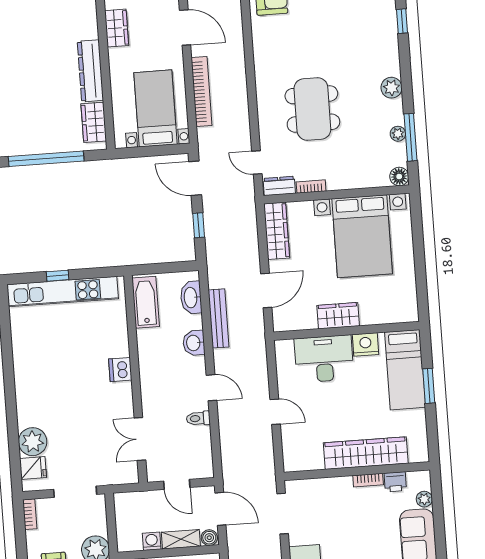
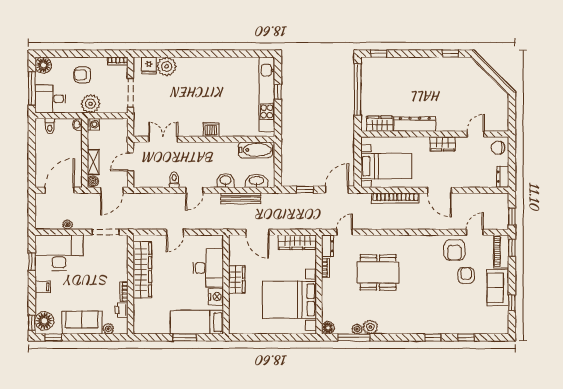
door: (185, 28) -> (439, 190), hinge flipped
plant: (392, 88) -> (370, 327), moved
wardrobe: (366, 453) -> (142, 270), moved
washing machine: (152, 541) -> (93, 124), moved

